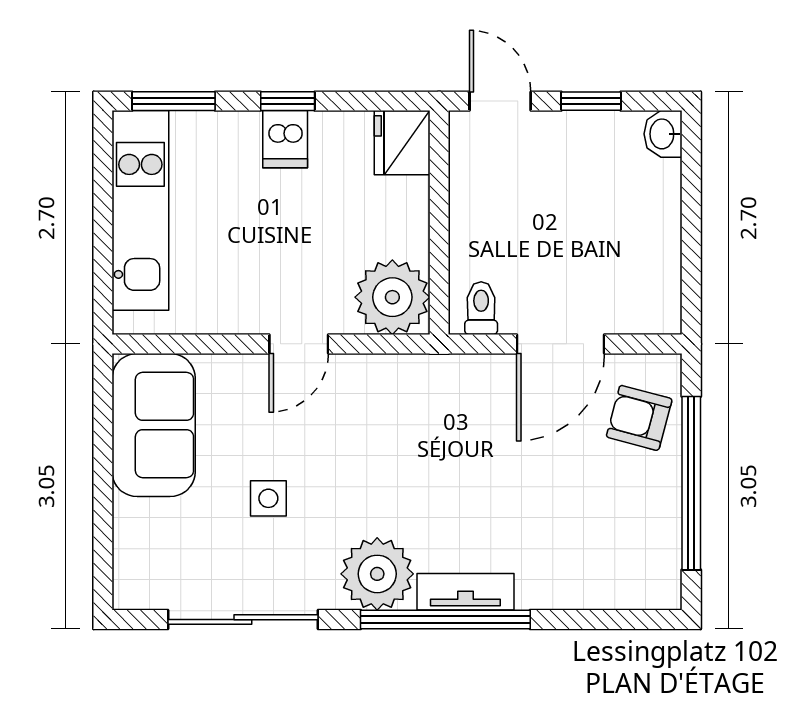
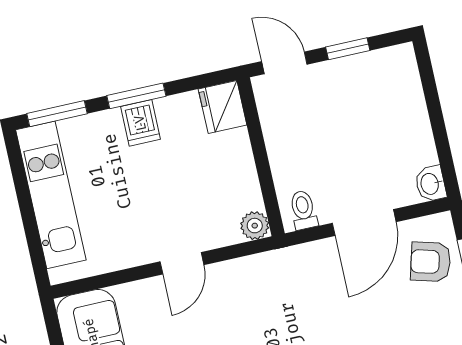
window: (288, 101) -> (136, 96), width x1.50
washbasin: (663, 134) -> (430, 184), moved
plant: (392, 297) -> (255, 226), width x0.53, depth x0.53

